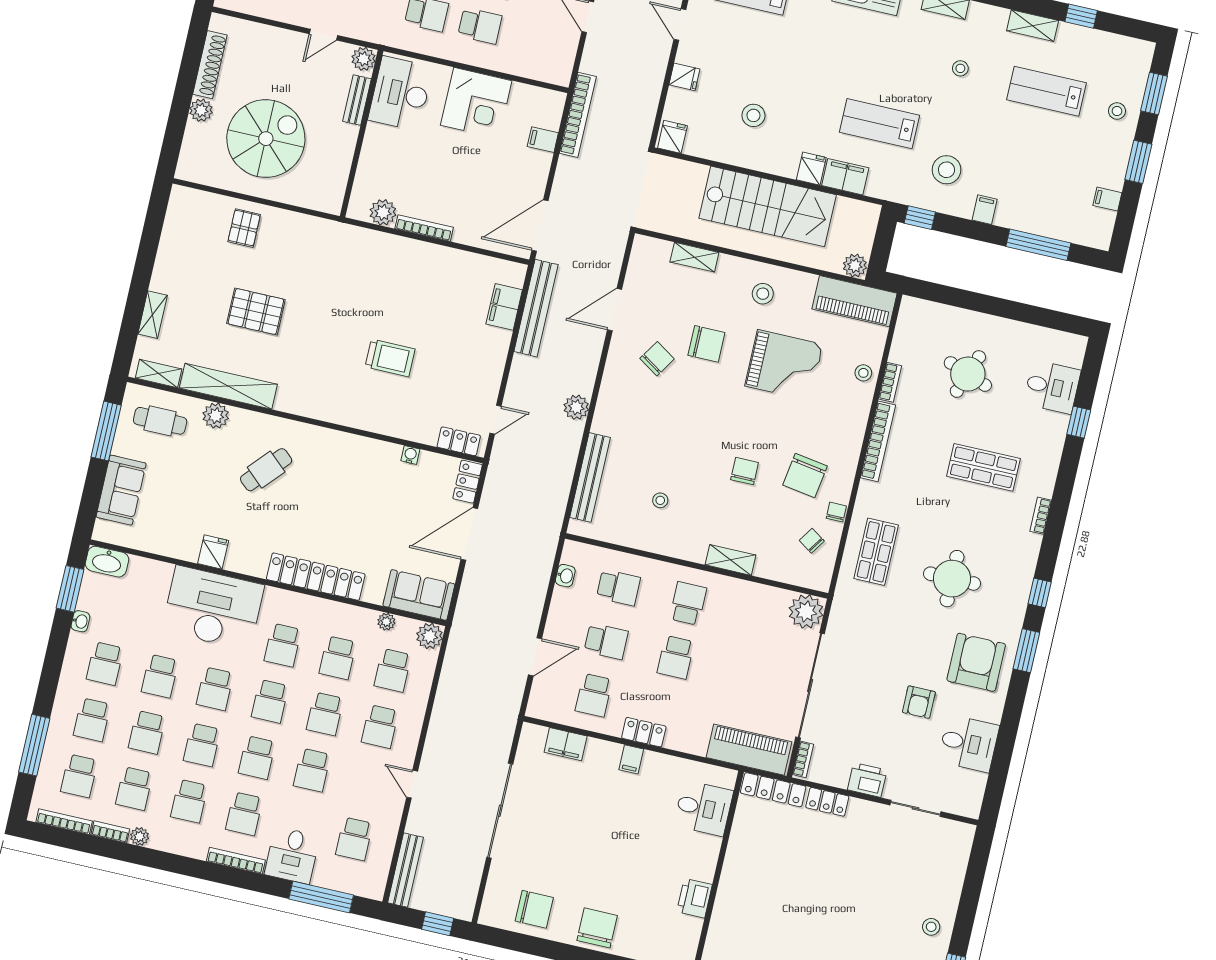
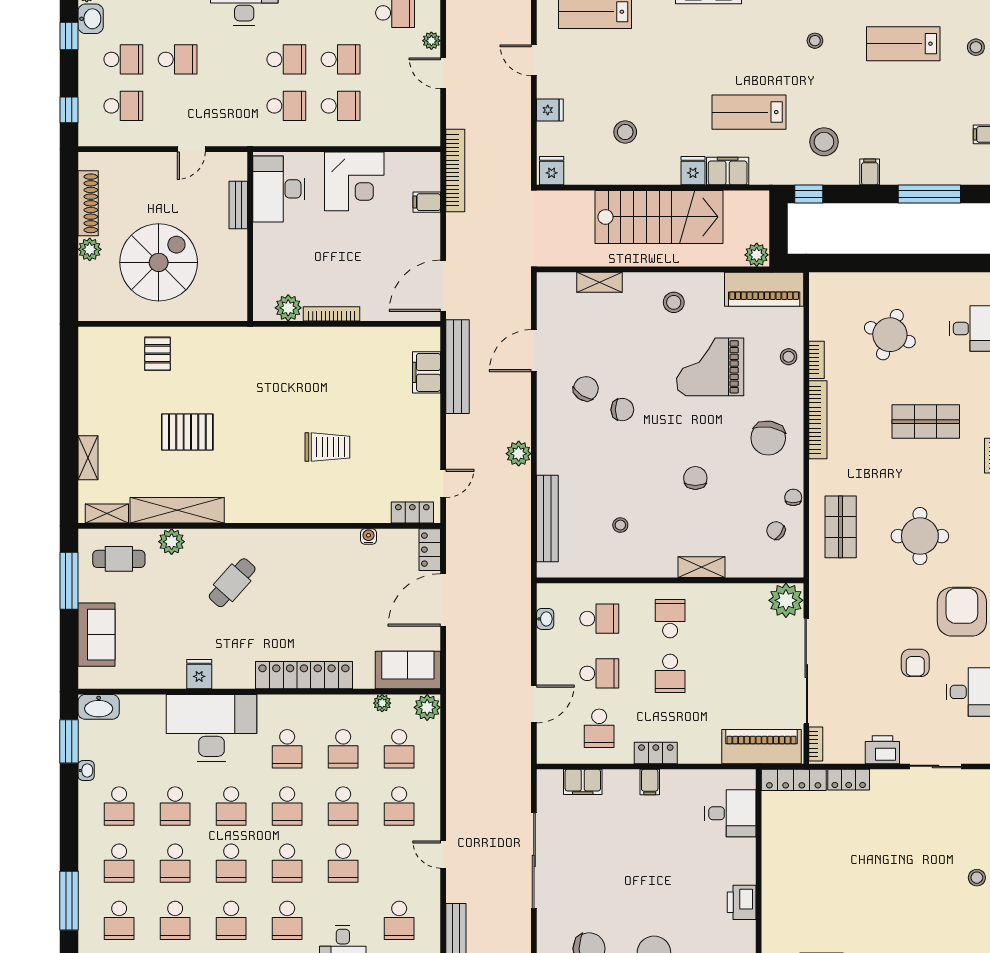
plant: (364, 59) -> (235, 164), removed
chair: (706, 344) -> (622, 410), moved, width x0.73, depth x0.73
grand piano: (784, 365) -> (710, 367), turned 180
chair: (805, 475) -> (768, 438), moved

